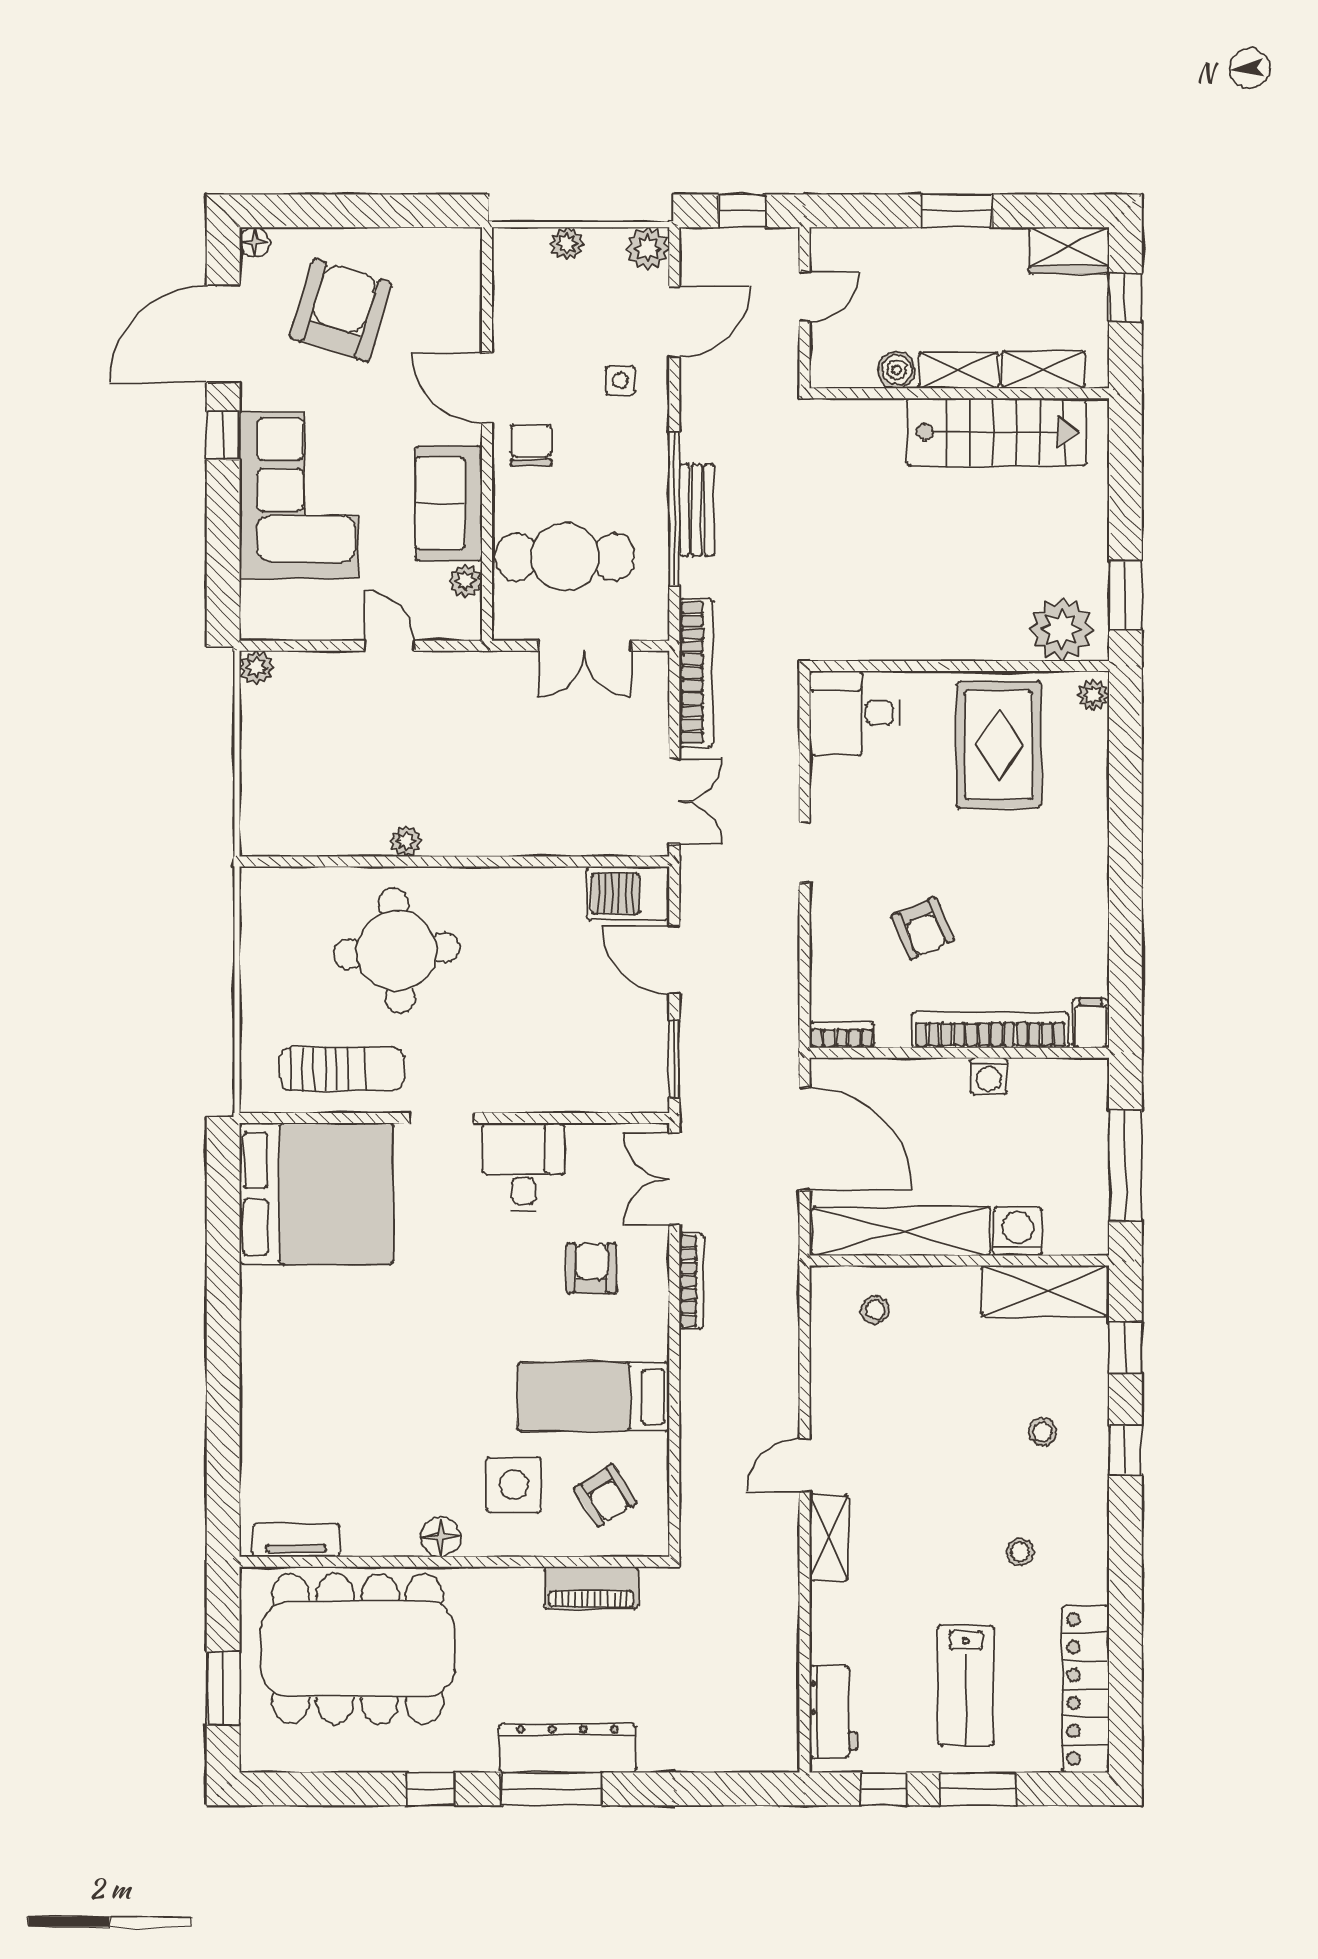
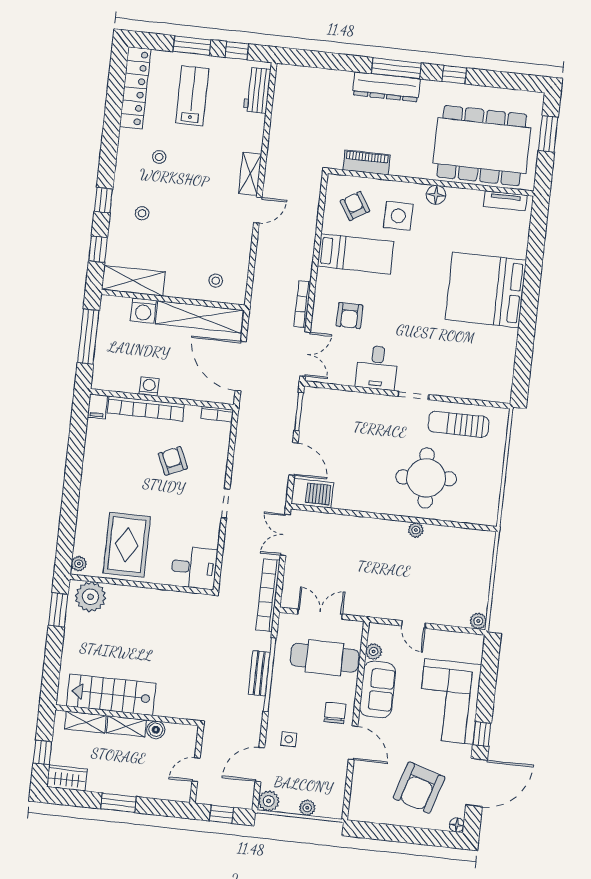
chair: (531, 446) -> (335, 713), turned 180
bed: (316, 1194) -> (486, 290), moved

